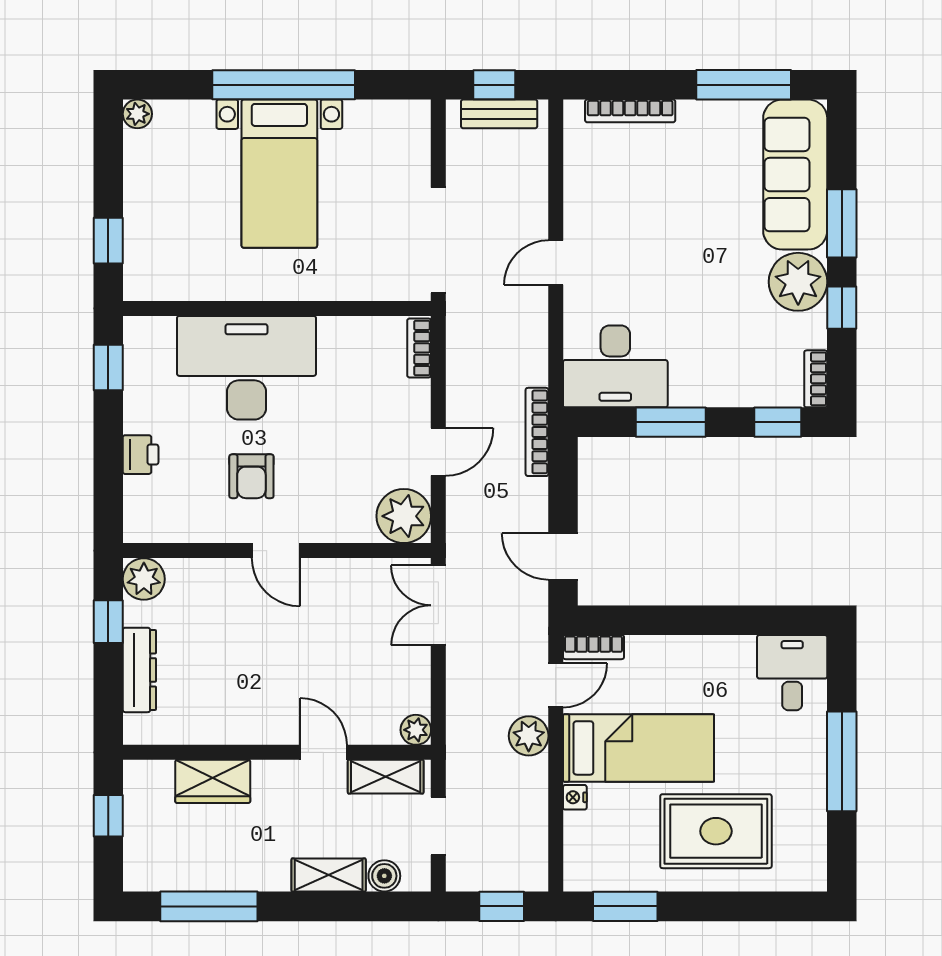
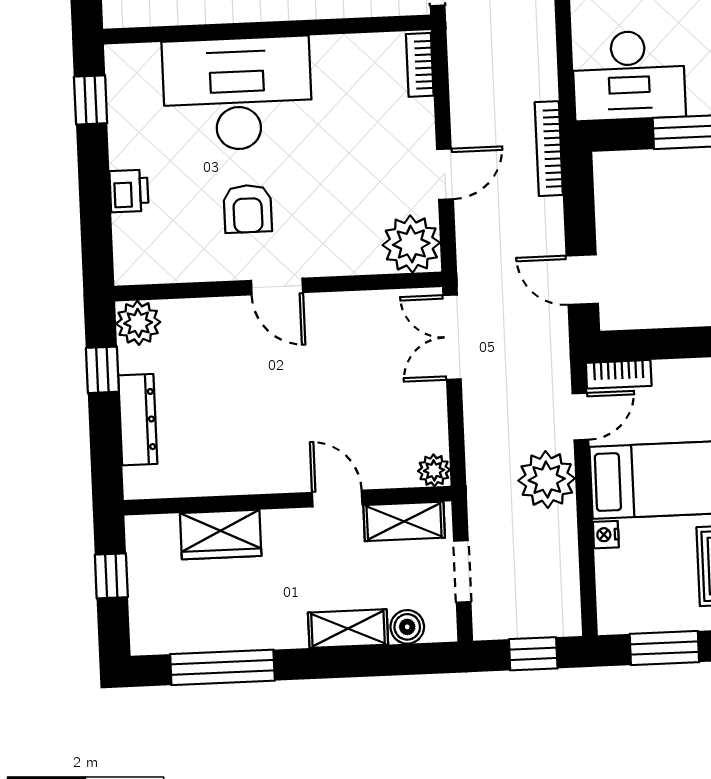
plant: (529, 736) -> (547, 480), width x1.36, depth x1.36

